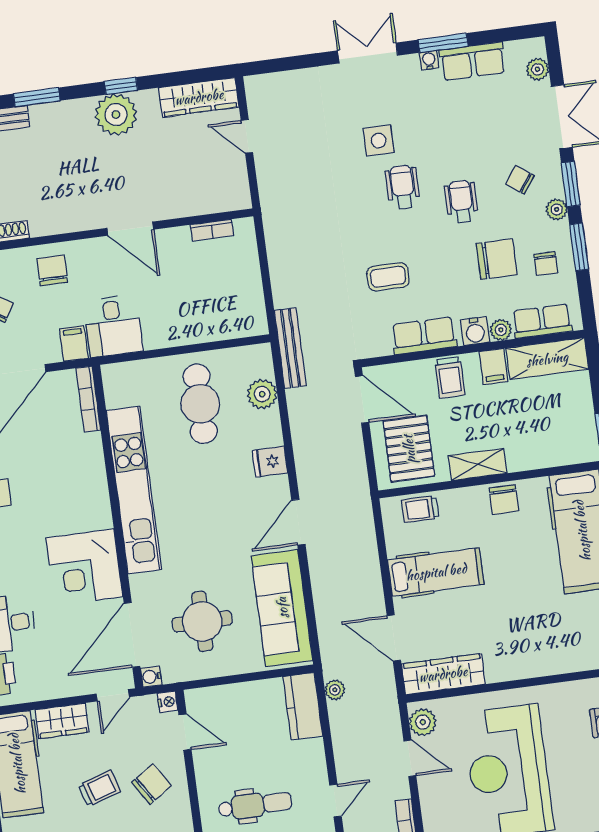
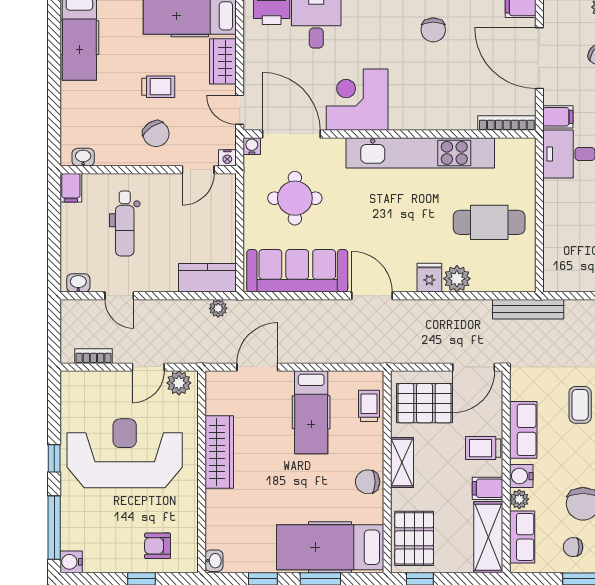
plant: (262, 394) -> (457, 279), moved
pallet: (559, 440) -> (414, 538), added
wardrobe: (443, 674) -> (219, 452), moved
trolley: (99, 788) -> (158, 87), turned -72

